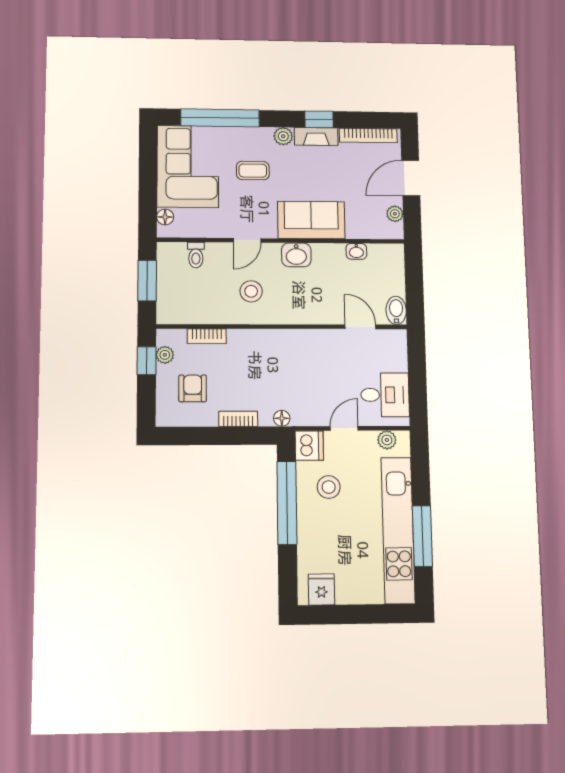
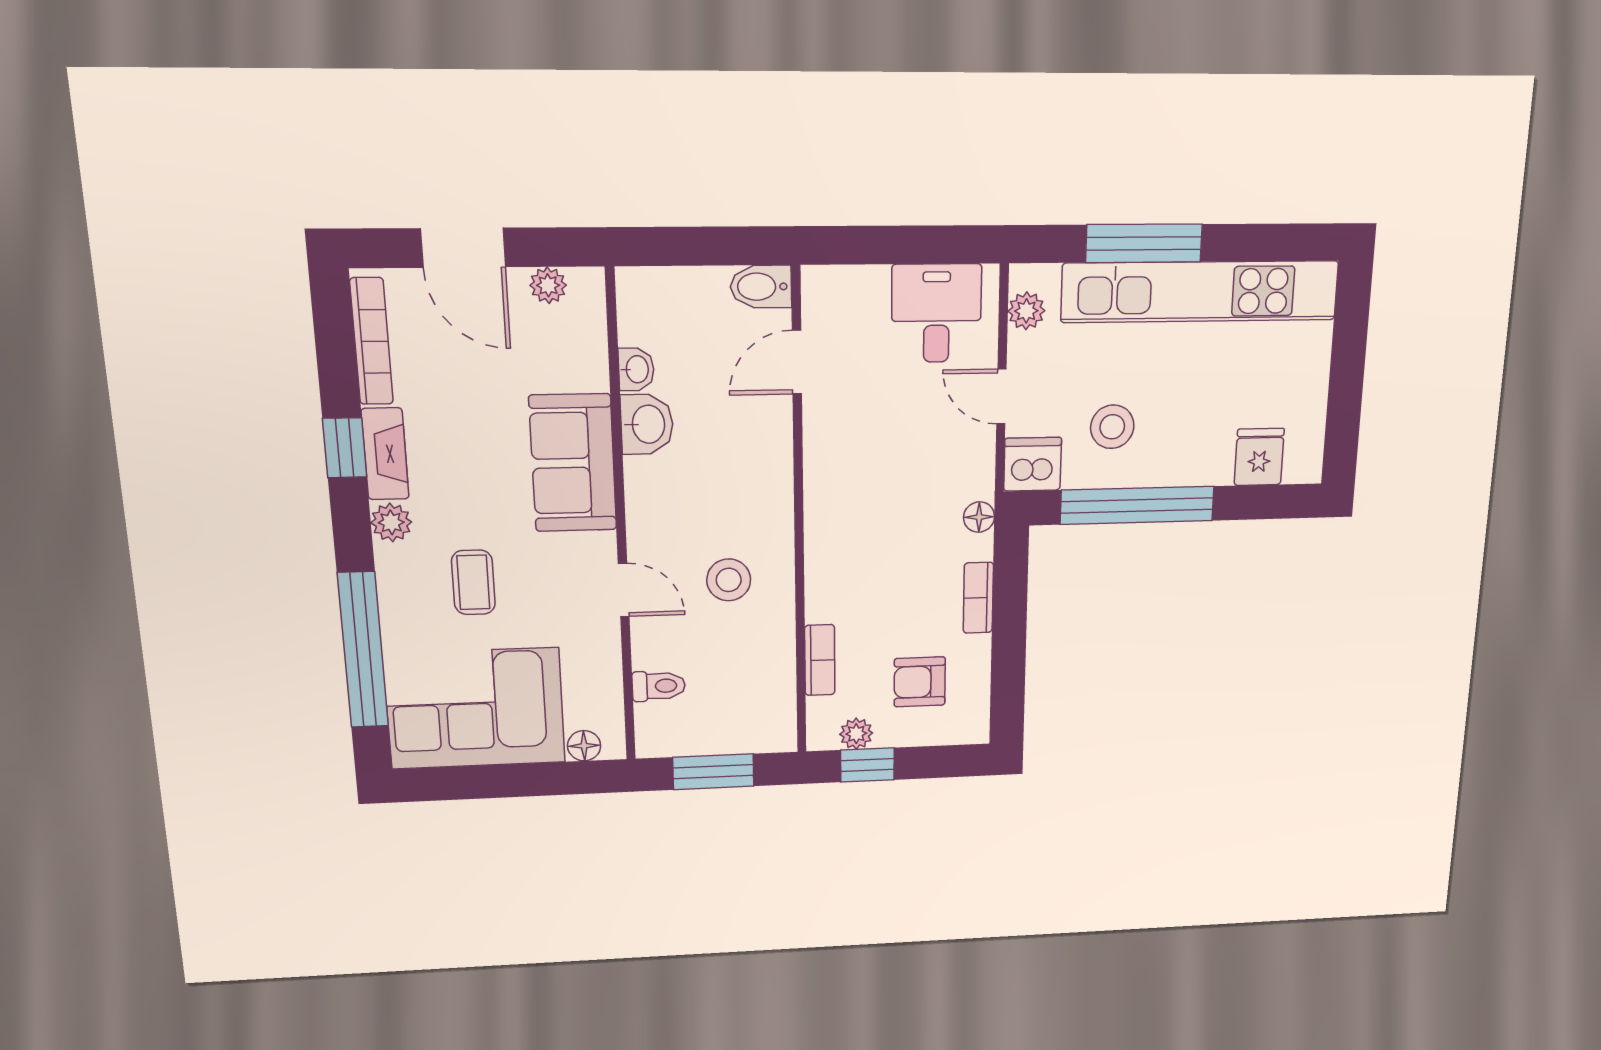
washbasin: (296, 255) -> (647, 424), moved
window: (422, 536) -> (1144, 243), moved
fridge: (321, 589) -> (1259, 457), moved, turned 90

